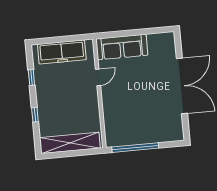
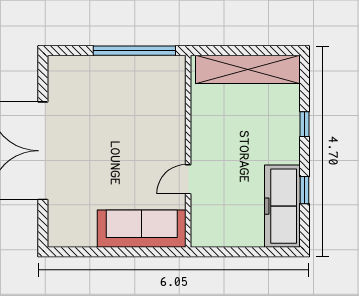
freezer: (62, 52) -> (282, 206), moved, turned -90

